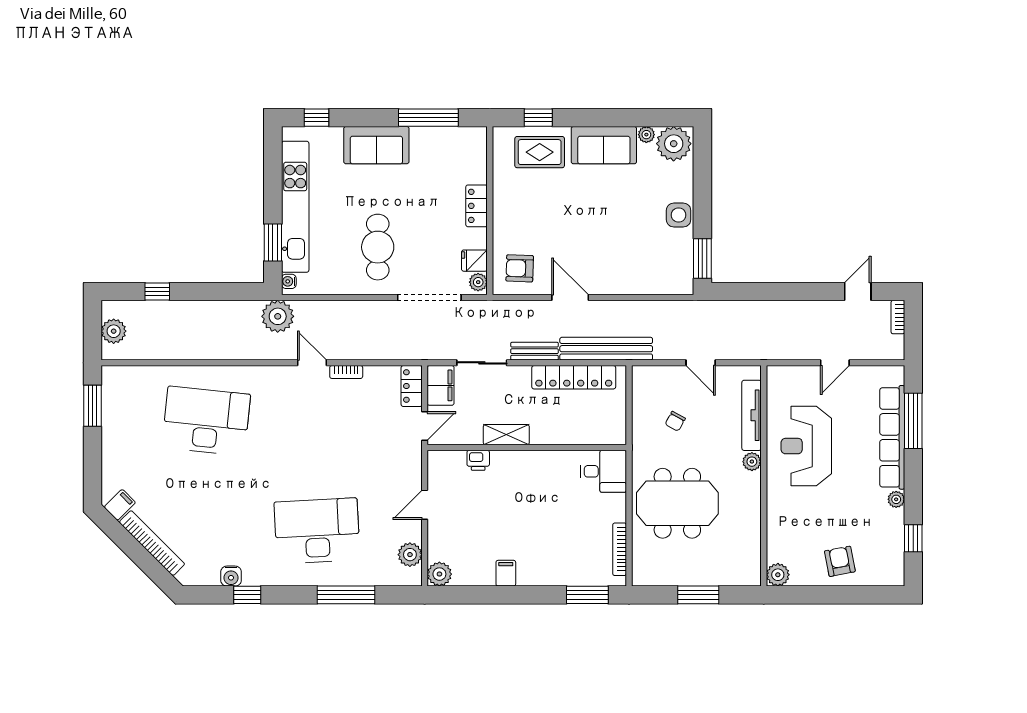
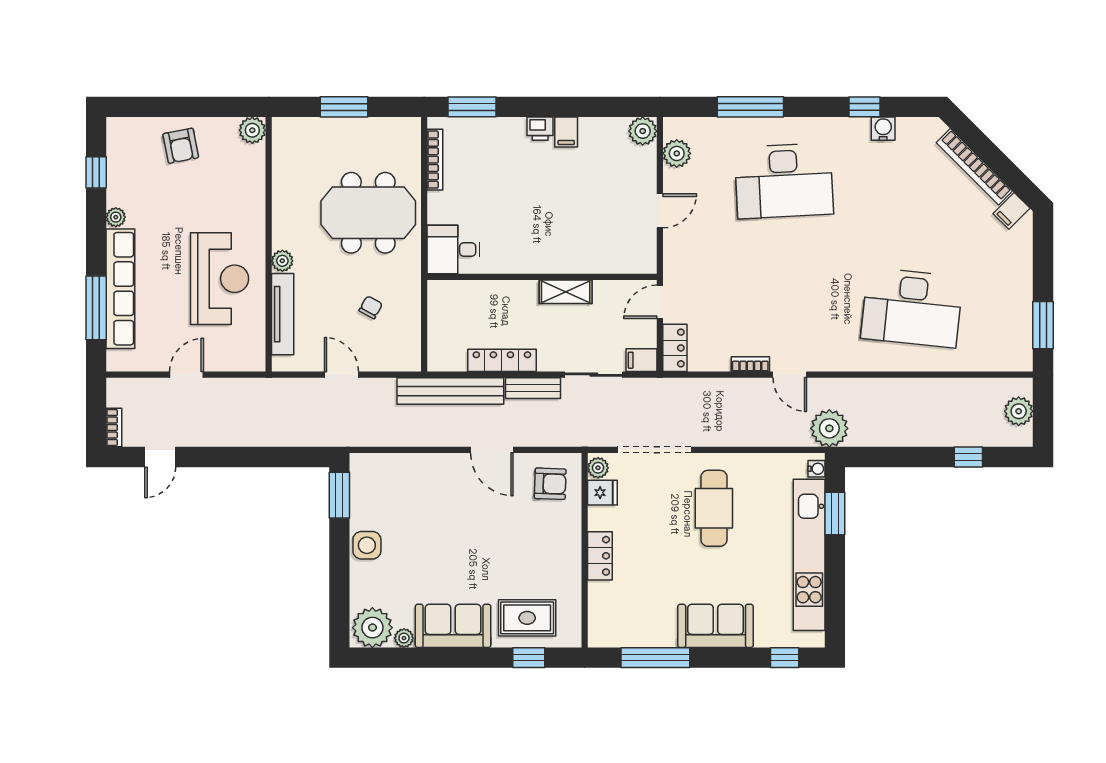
locker: (574, 377) -> (502, 360), width x0.71, depth x0.83
filing cabinet: (441, 385) -> (641, 360), width x0.50
printer: (478, 460) -> (540, 129), moved, turned 180

